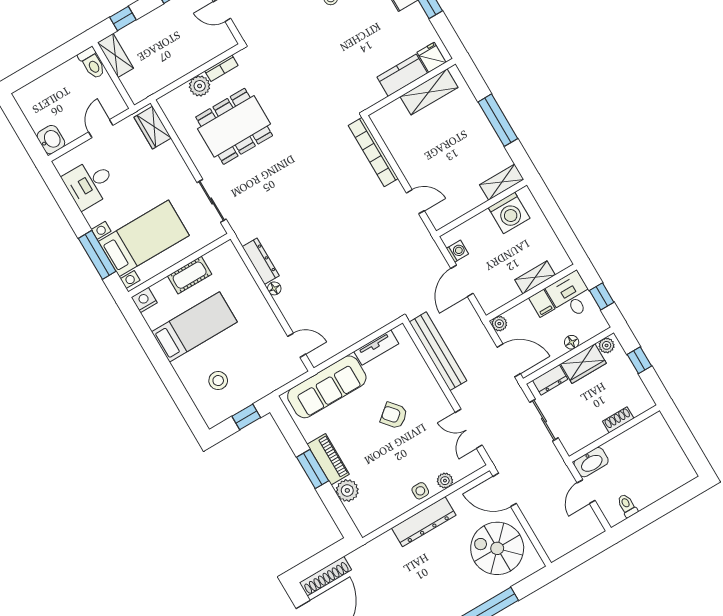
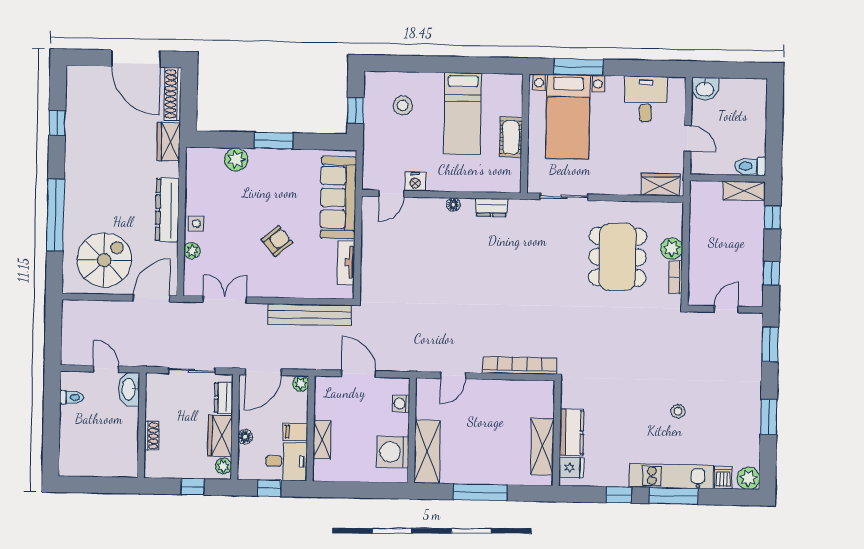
shelving: (502, 182) -> (427, 452), width x1.50, depth x1.33
washing machine: (457, 251) -> (401, 404), moved, turned 90
dresser: (261, 261) -> (491, 207), width x0.70
nightstand: (144, 300) -> (415, 182), moved, turned 90
piano: (328, 459) -> (274, 160), removed
wardrobe: (367, 555) -> (169, 142), added

